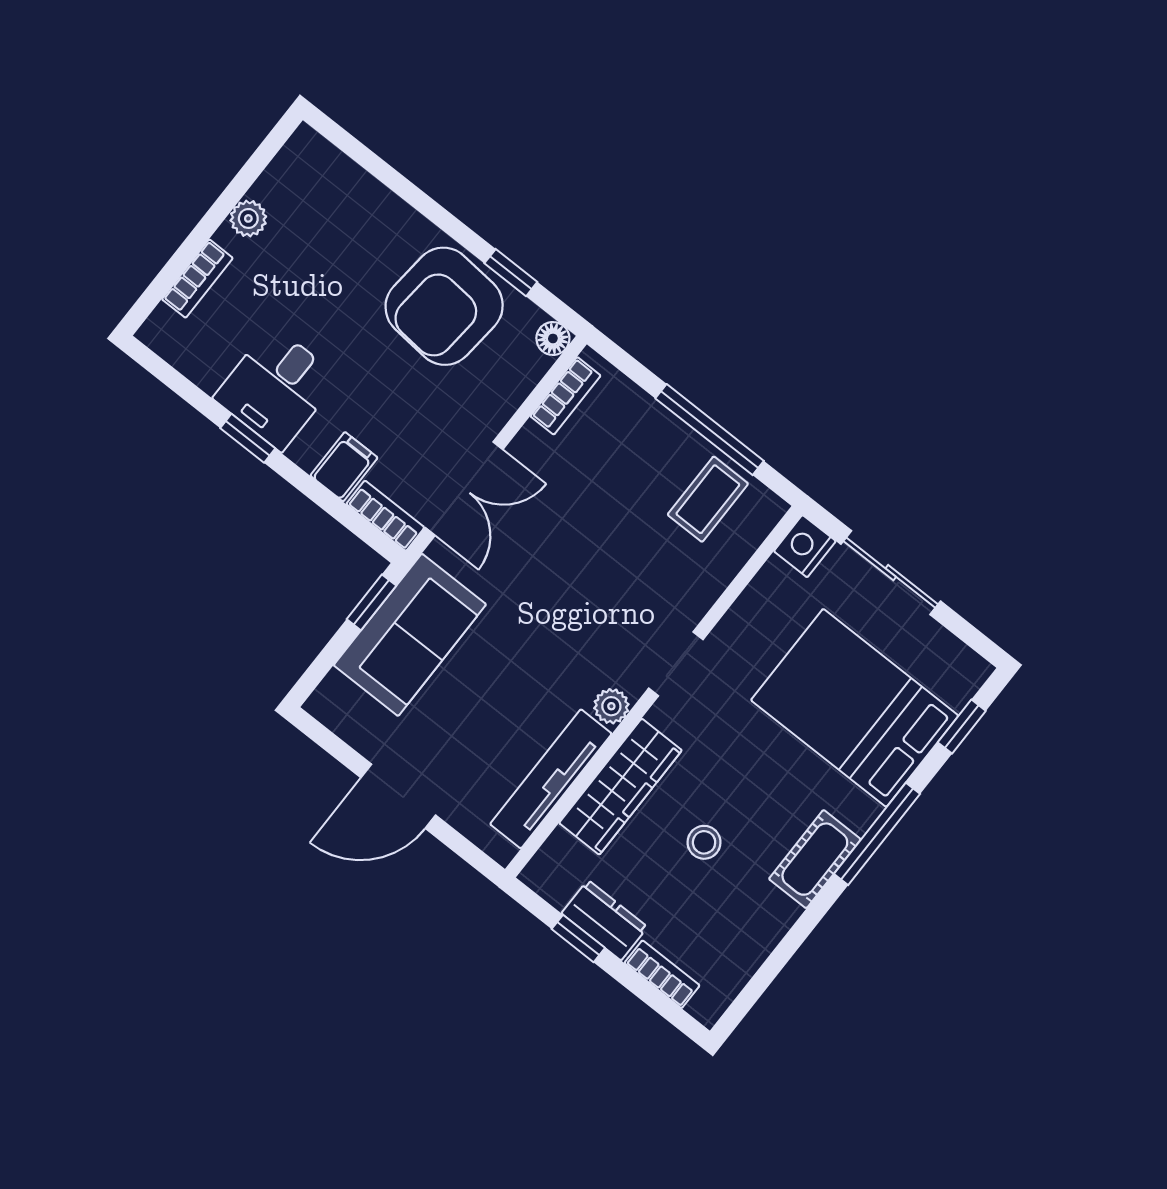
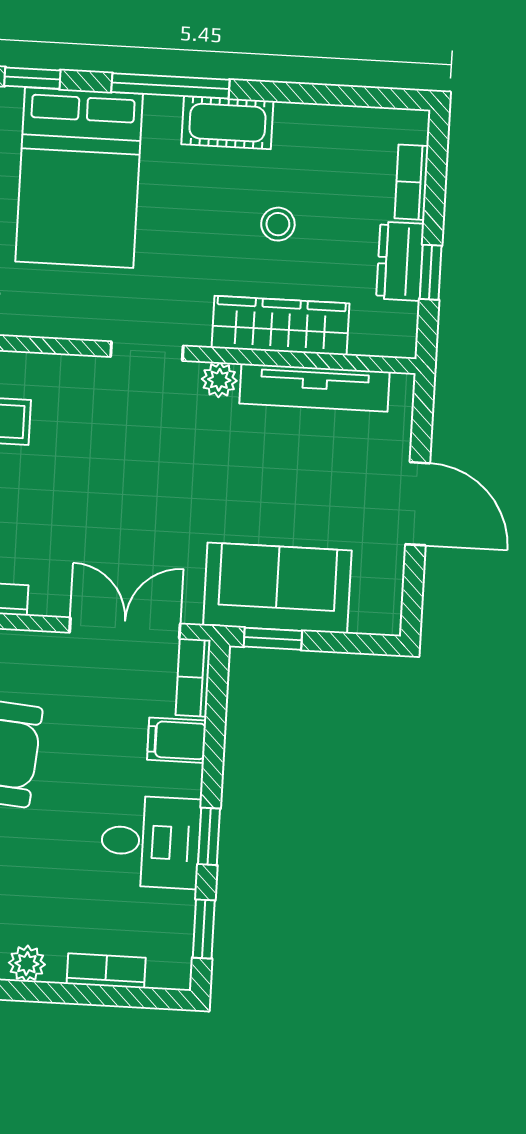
window: (176, 381) -> (204, 929), added

